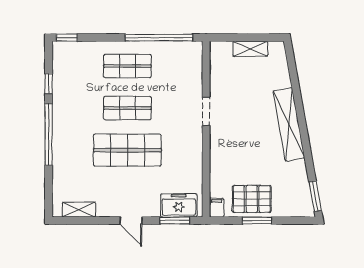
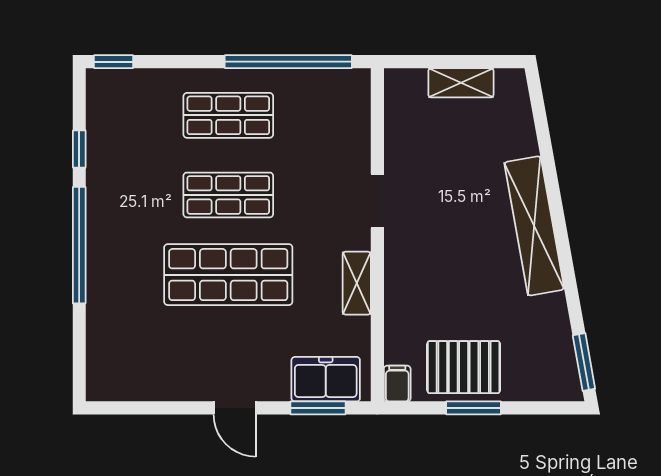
shelving: (79, 210) -> (357, 283), moved, turned 90

